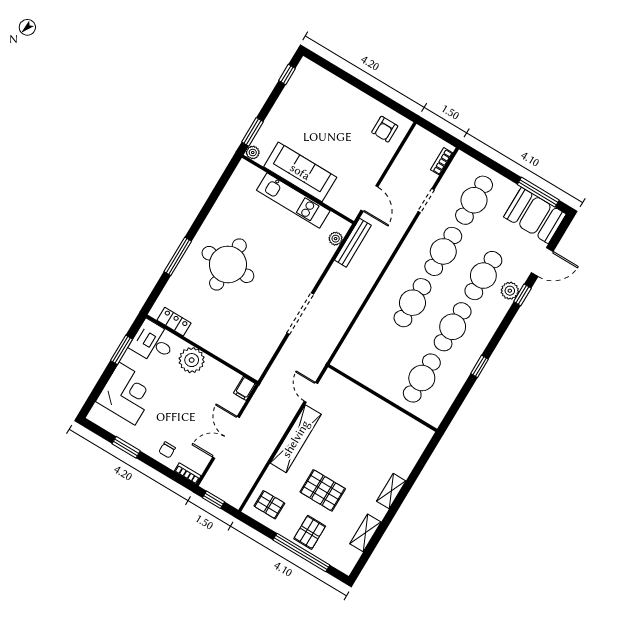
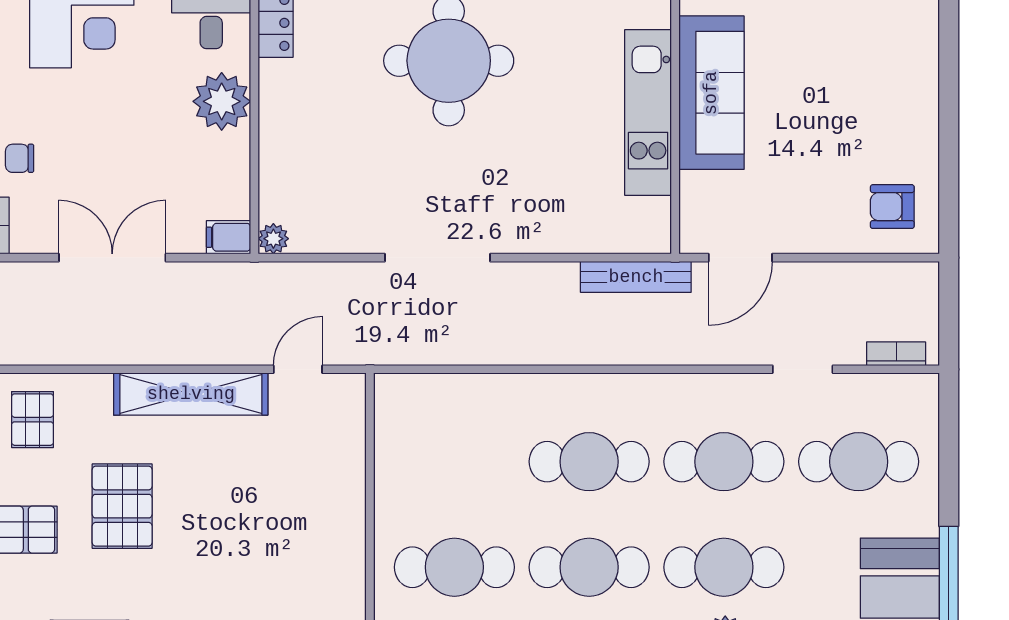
plant: (336, 239) -> (273, 239), moved

